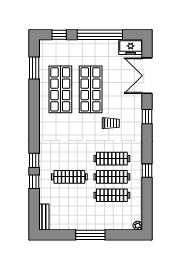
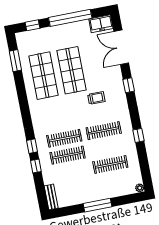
clothes rail: (112, 177) -> (64, 138), moved

